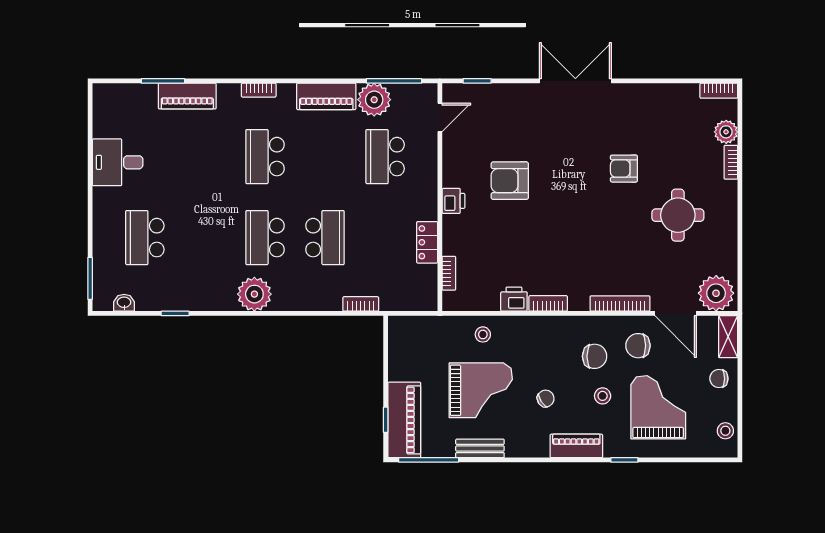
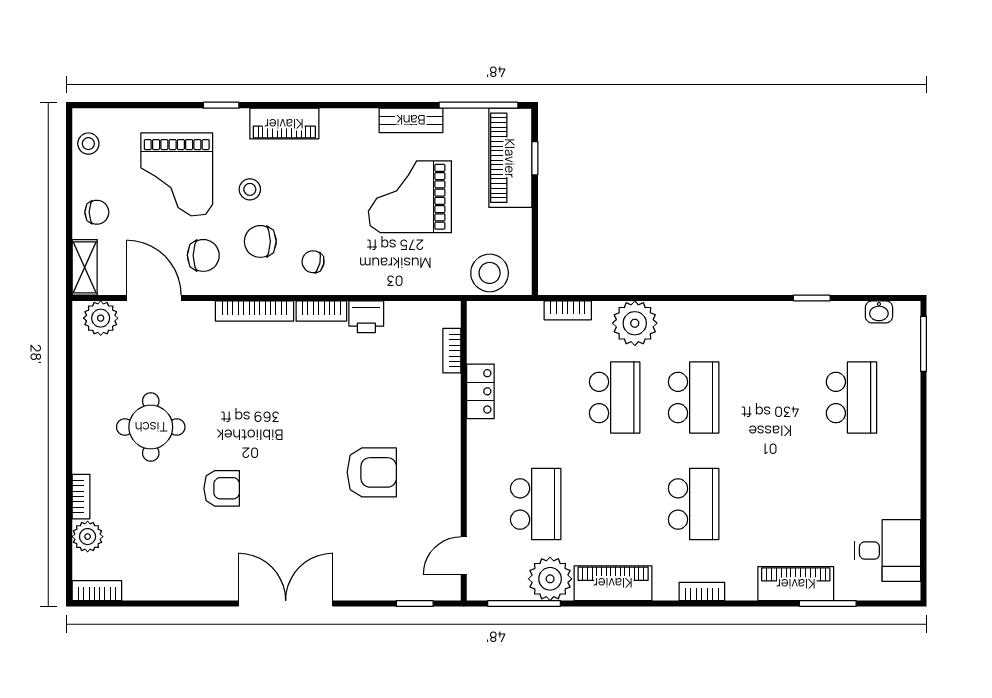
double door: (575, 81) -> (286, 604), swing flipped
desk: (118, 162) -> (887, 550), moved
printer: (453, 201) -> (446, 446), removed
school desk: (325, 238) -> (615, 397), turned 180
plant: (716, 293) -> (101, 318), width x0.73, depth x0.73
plant: (254, 294) -> (635, 323), moved
bookcase: (620, 303) -> (254, 311), moved
stool: (483, 334) -> (490, 273), moved, width x1.89, depth x1.89
chair: (546, 399) -> (313, 262), moved, turned 46

